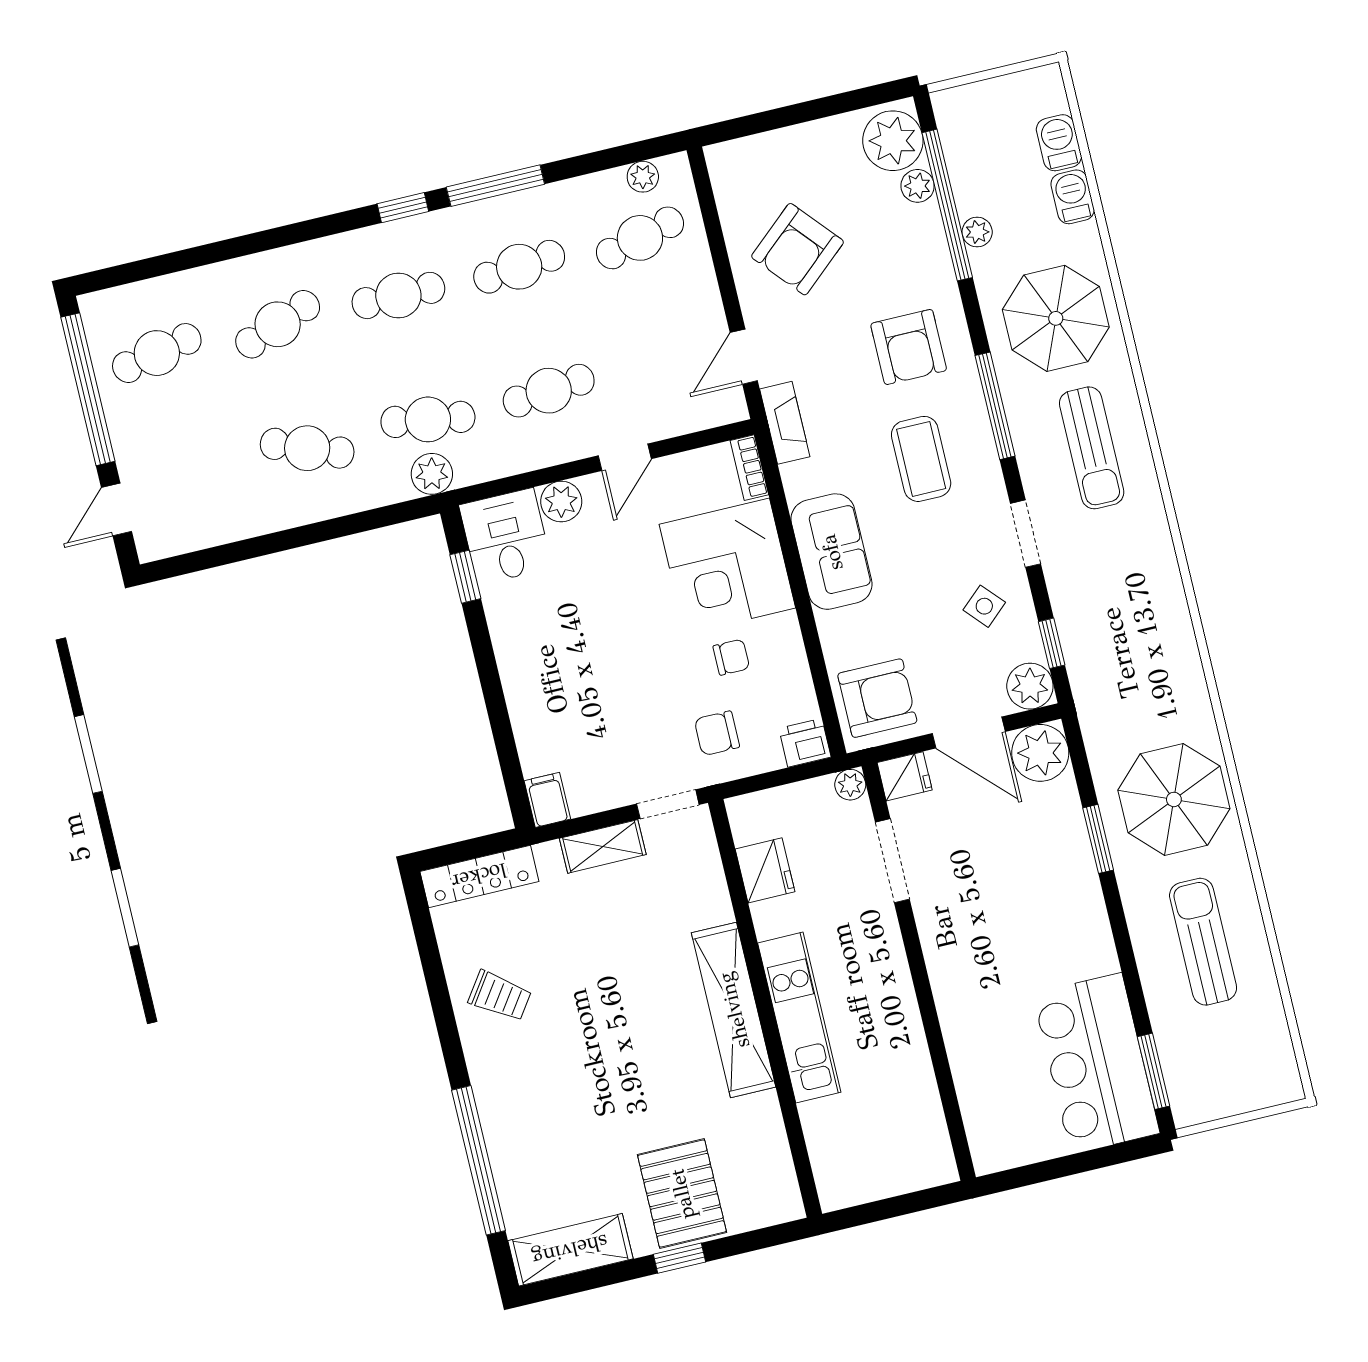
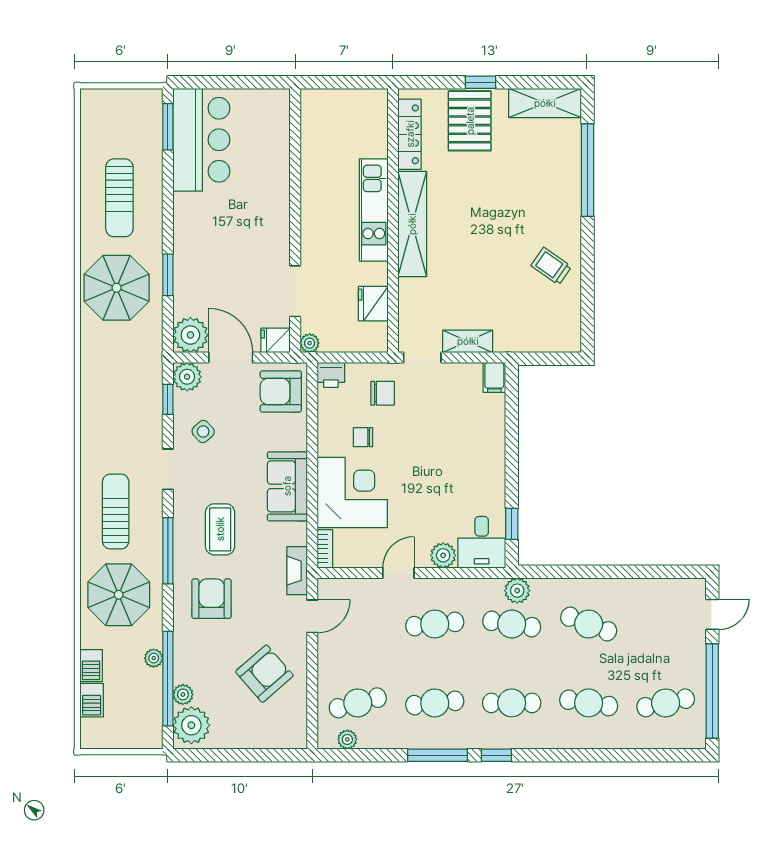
cafe table: (278, 324) -> (589, 703), turned 30
locker: (479, 876) -> (410, 134), moved, turned 90

